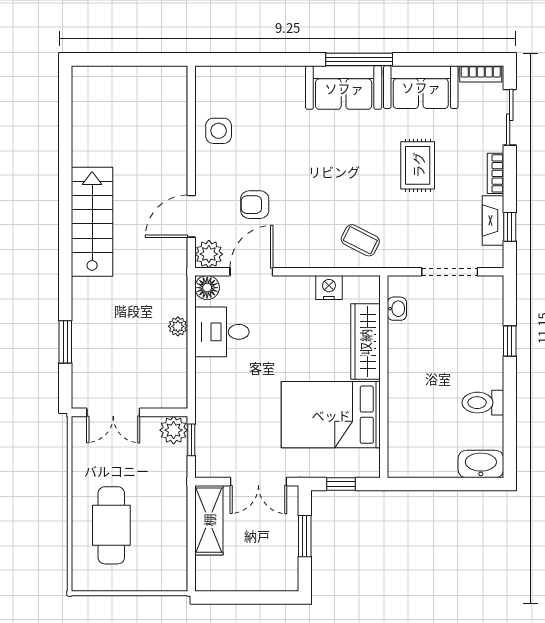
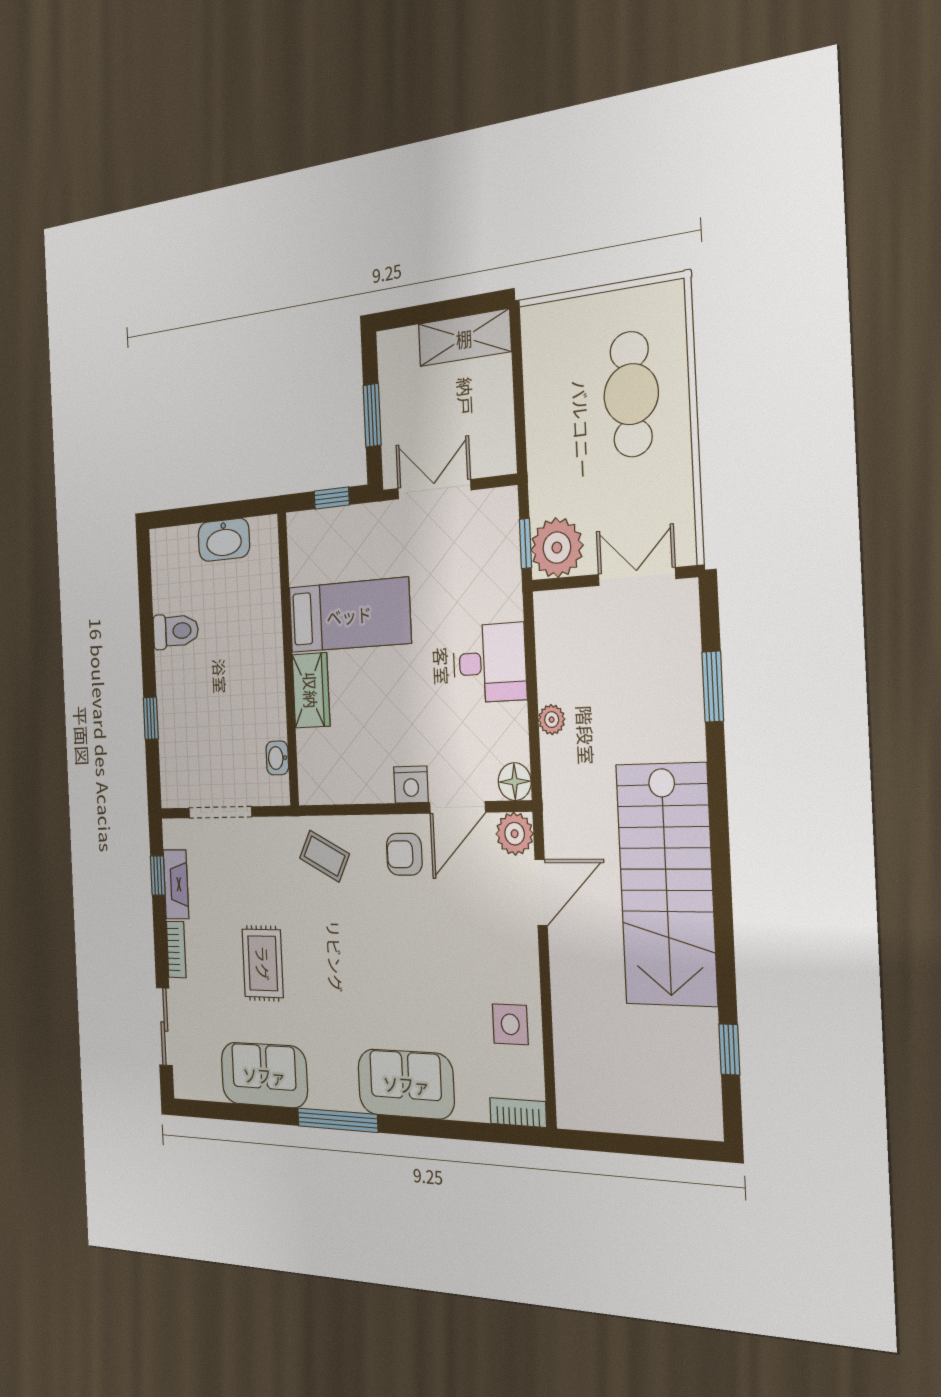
bookcase: (481, 74) -> (518, 1113), moved
sofa: (344, 88) -> (406, 1084), moved
window: (65, 122) -> (729, 1049), added
armchair: (255, 205) -> (404, 854), moved, turned 180
stairs: (92, 222) -> (666, 884), width x1.36, depth x1.51
nightstand: (329, 288) -> (411, 785), moved
desk: (222, 332) -> (489, 663), moved
wardrobe: (365, 342) -> (311, 690), width x0.67
bed: (331, 415) -> (349, 615), width x0.67
plant: (174, 430) -> (557, 548), width x1.36, depth x1.36
washbasin: (481, 464) -> (224, 540), moved
shelving: (209, 520) -> (464, 338), moved, turned 90

